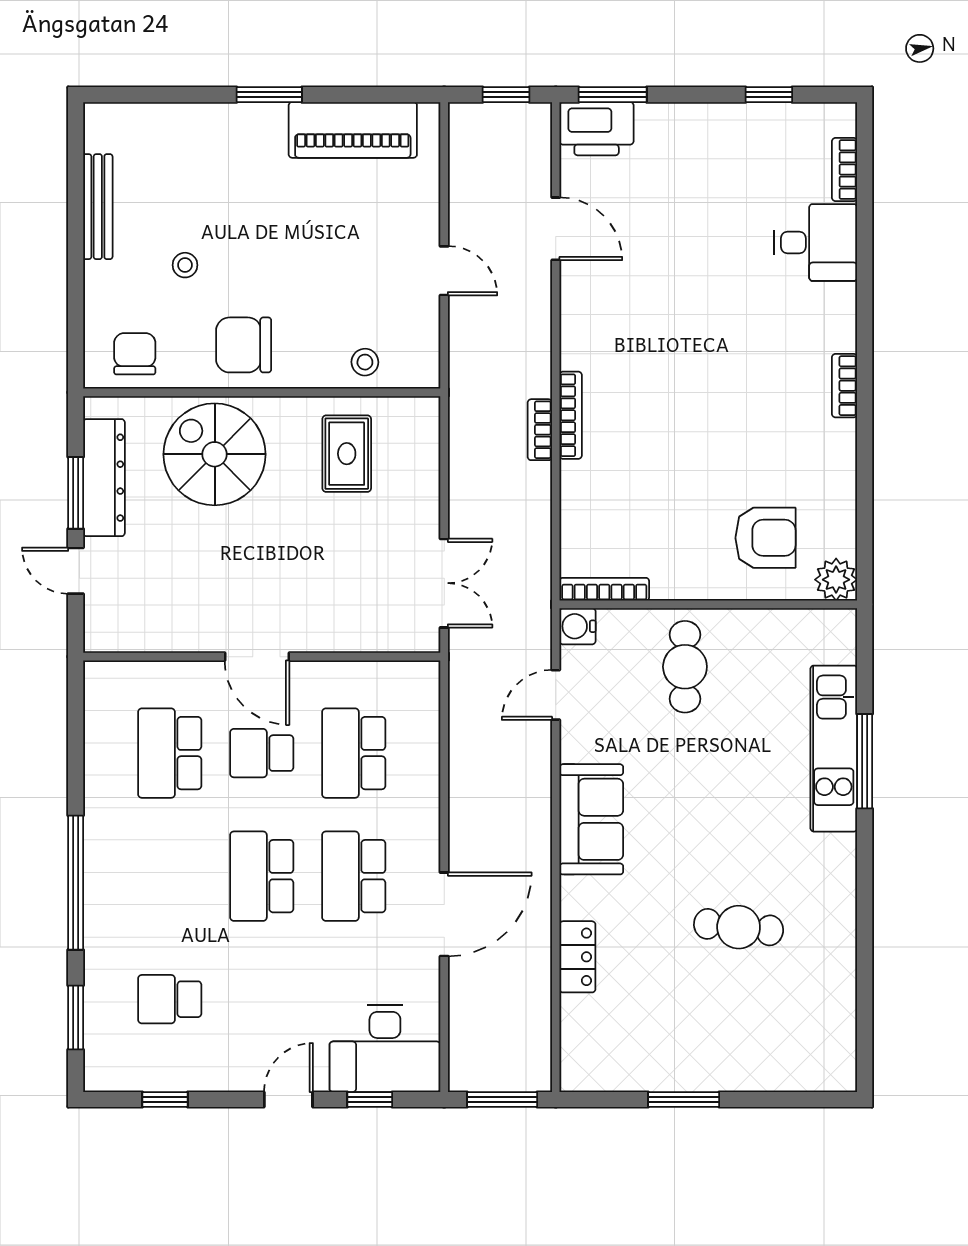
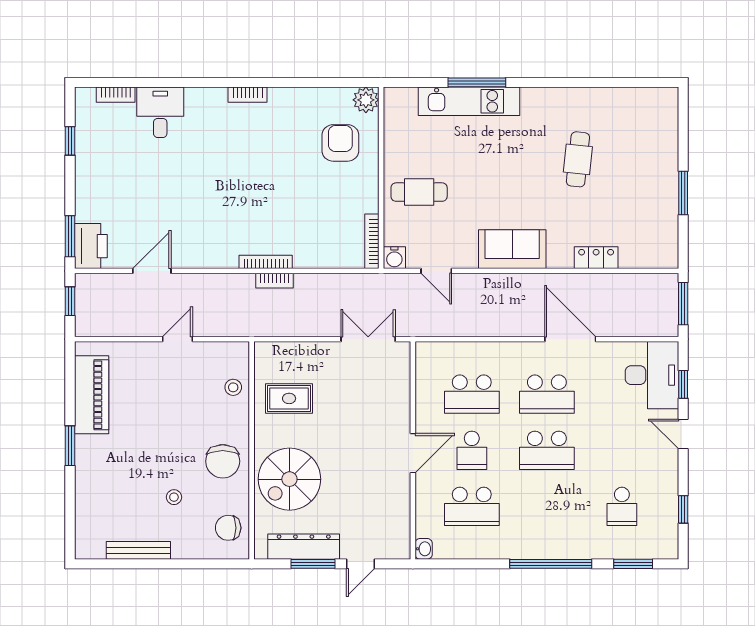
washbasin: (100, 674) -> (424, 549), added

